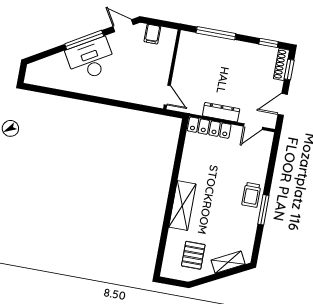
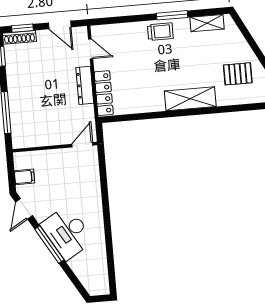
shelving: (228, 262) -> (207, 23), moved, turned -63

